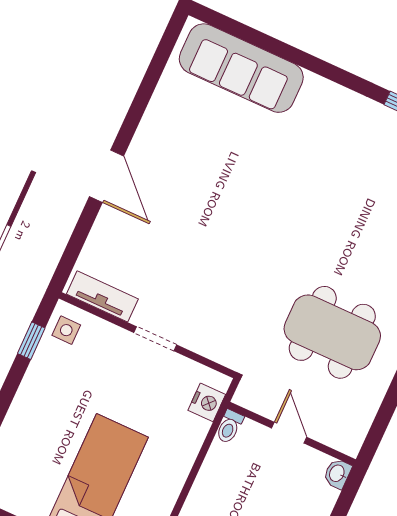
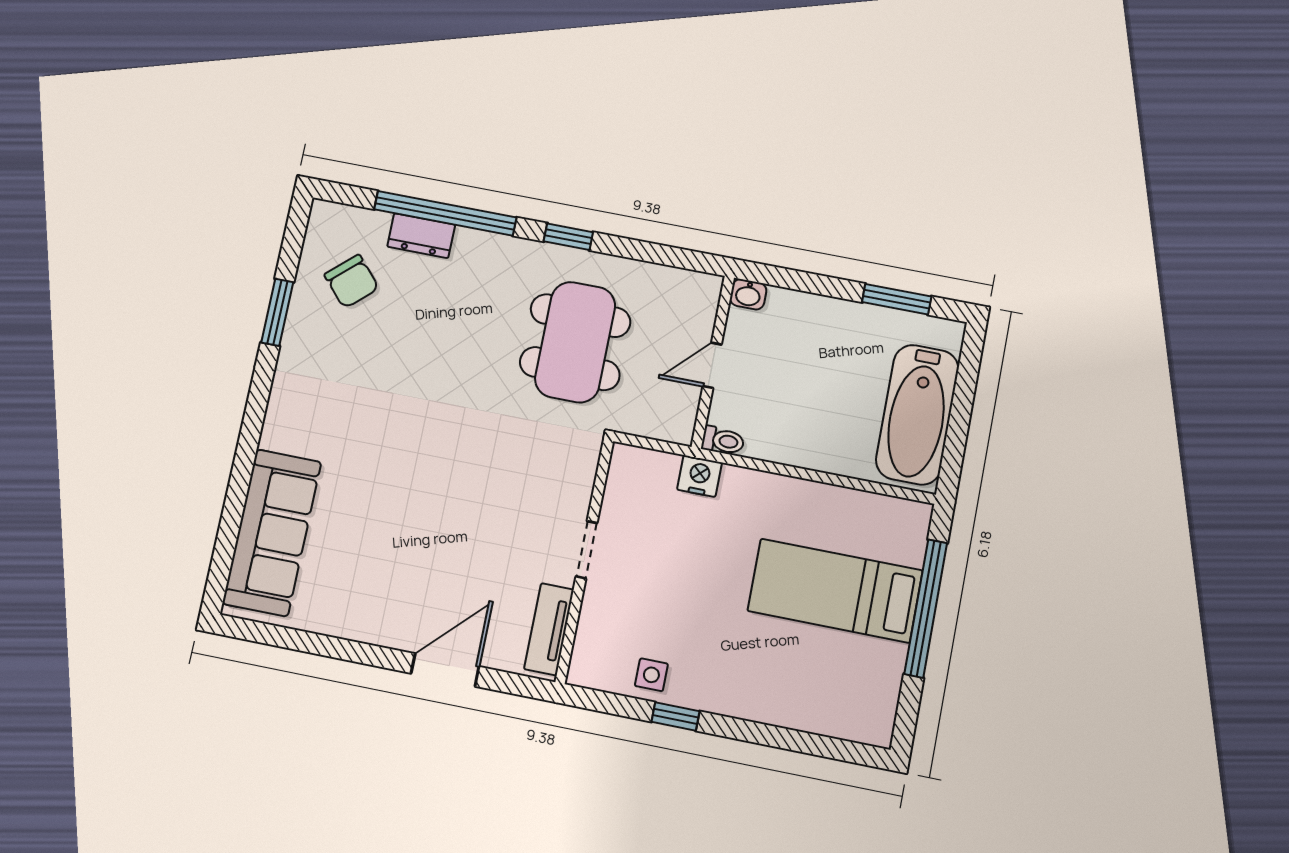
tv unit: (102, 296) -> (549, 629), moved
wall: (147, 335) -> (584, 561), moved
doorway: (155, 339) -> (587, 550), moved

